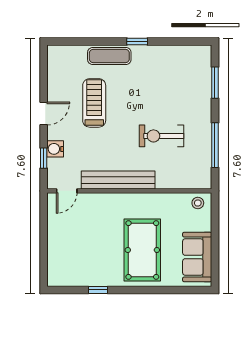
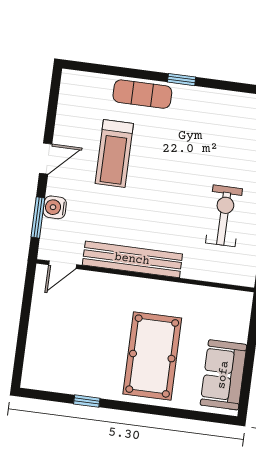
treadmill: (94, 103) -> (114, 153), turned 180
exercise bike: (161, 136) -> (224, 216), moved, turned 90
window: (44, 158) -> (38, 217), width x1.50
stool: (198, 203) -> (234, 304), removed

